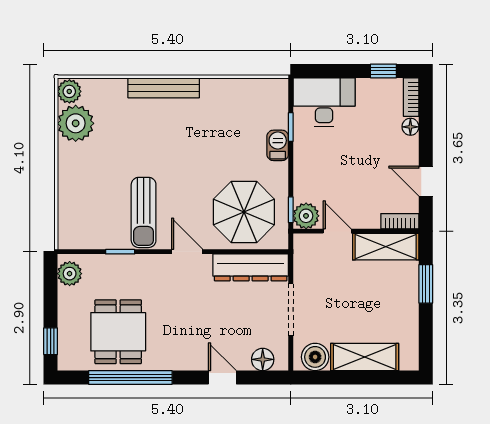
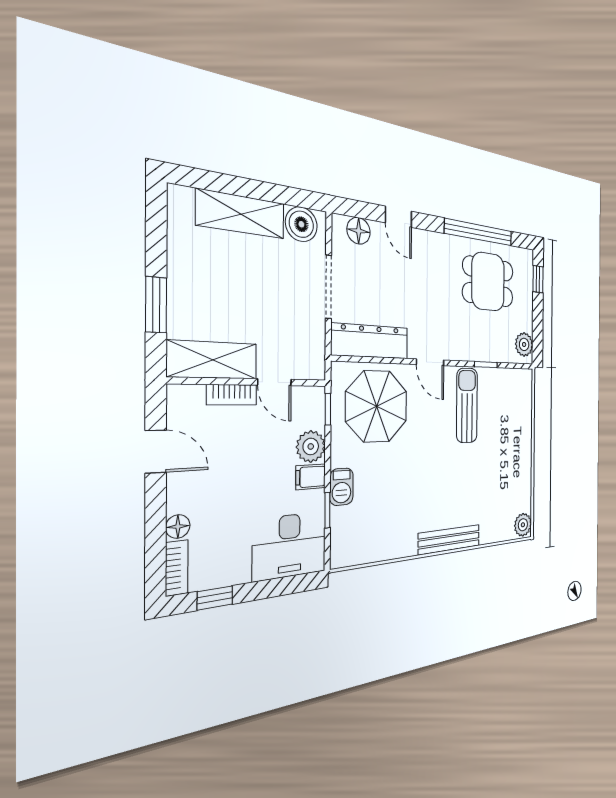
plant: (76, 123) -> (519, 494), removed
filing cabinet: (306, 155) -> (311, 477), added
plant: (306, 216) -> (311, 446), moved
bookcase: (400, 221) -> (232, 395), moved
dining table: (118, 332) -> (488, 282), turned 90

